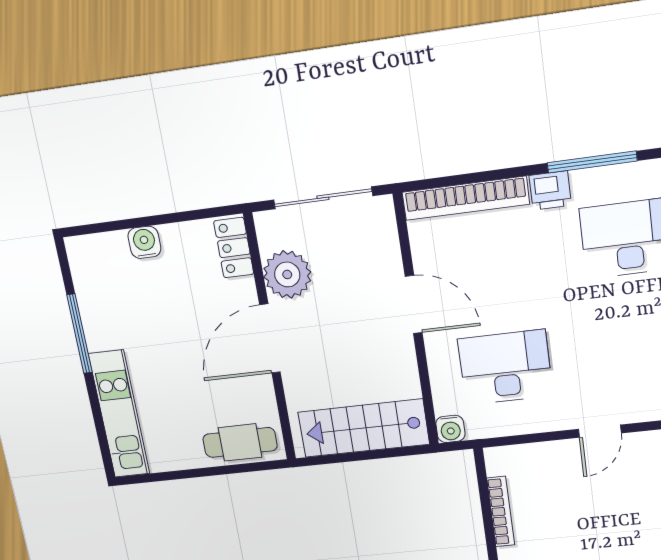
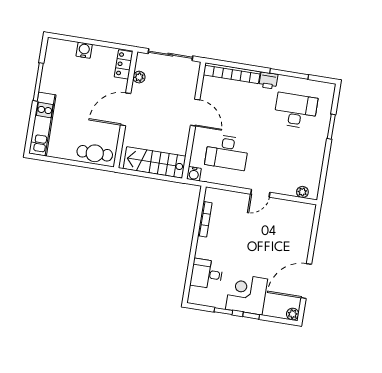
plant: (287, 274) -> (139, 77), width x0.53, depth x0.53
desk: (505, 367) -> (227, 152), turned 180

